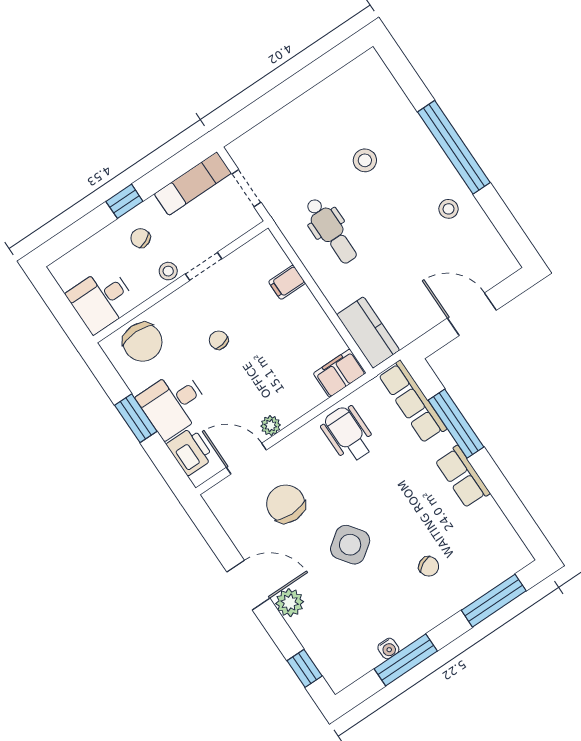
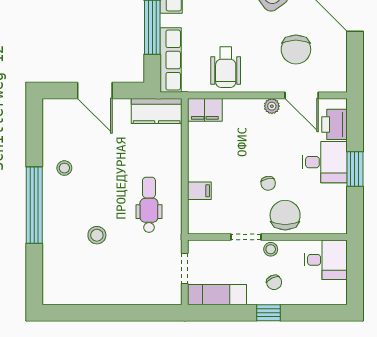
kitchen counter: (368, 332) -> (157, 111), moved, turned -90
chair: (143, 342) -> (285, 215), moved

